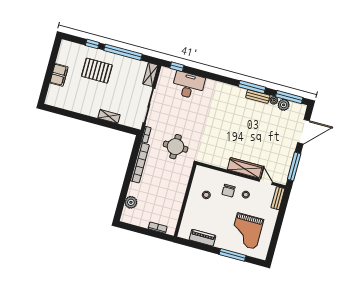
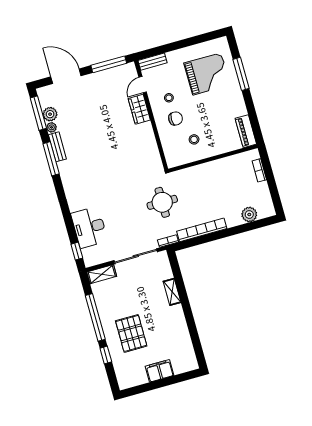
wardrobe: (245, 168) -> (139, 109), width x0.67
piano: (203, 238) -> (246, 131), moved

